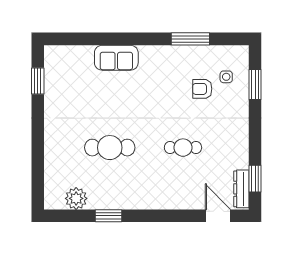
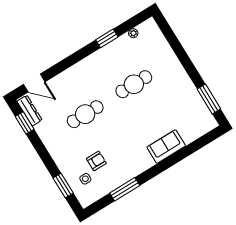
window: (38, 81) -> (209, 99), width x1.44
cafe table: (183, 148) -> (85, 114), width x1.37, depth x1.35
plant: (76, 198) -> (133, 33), width x0.53, depth x0.53

